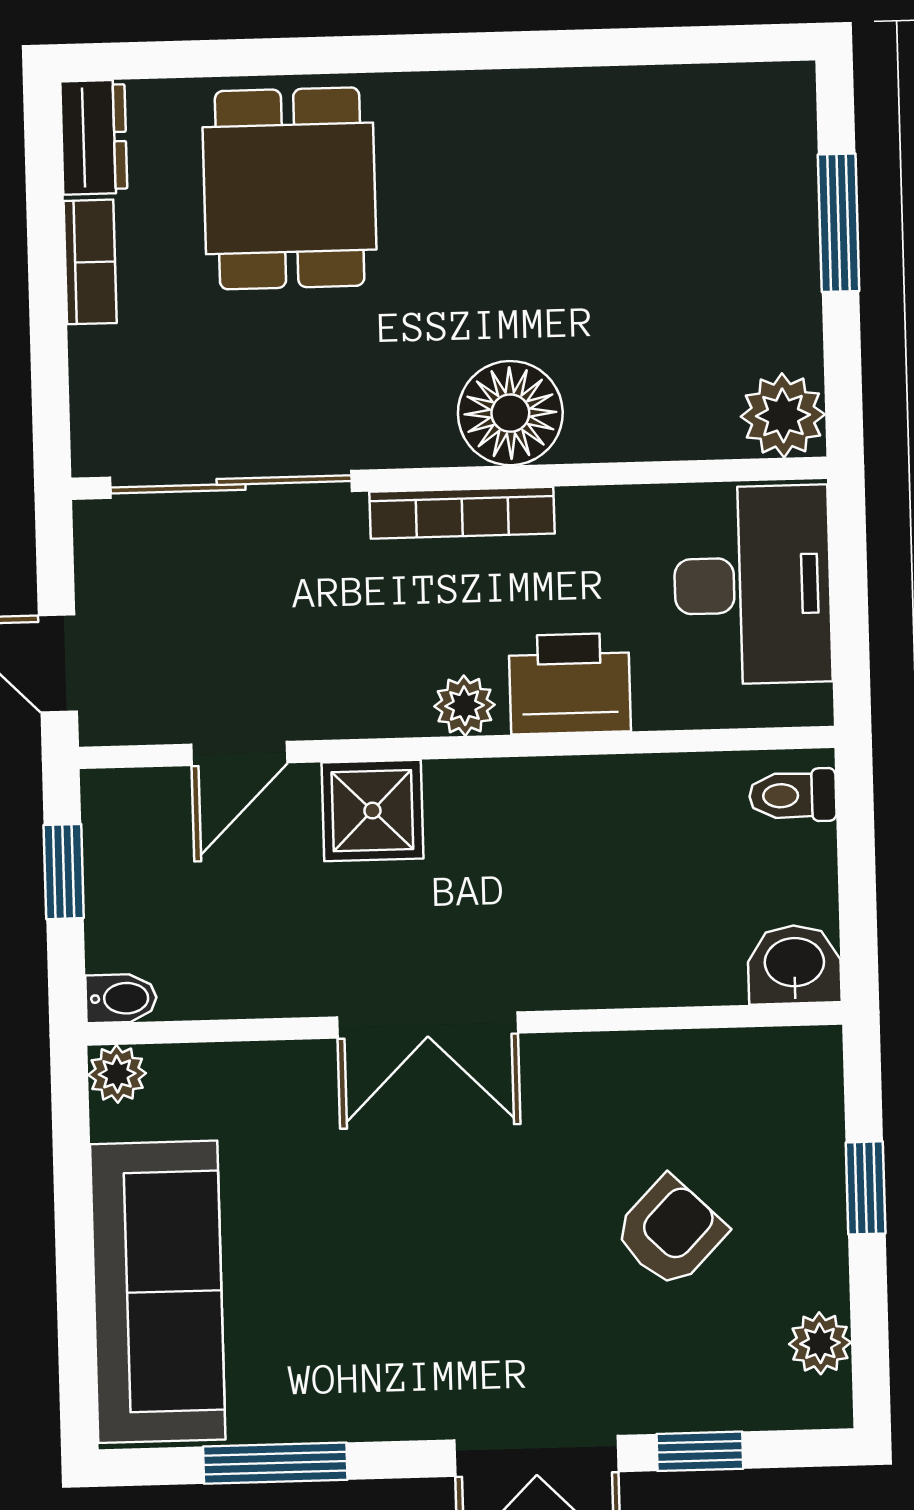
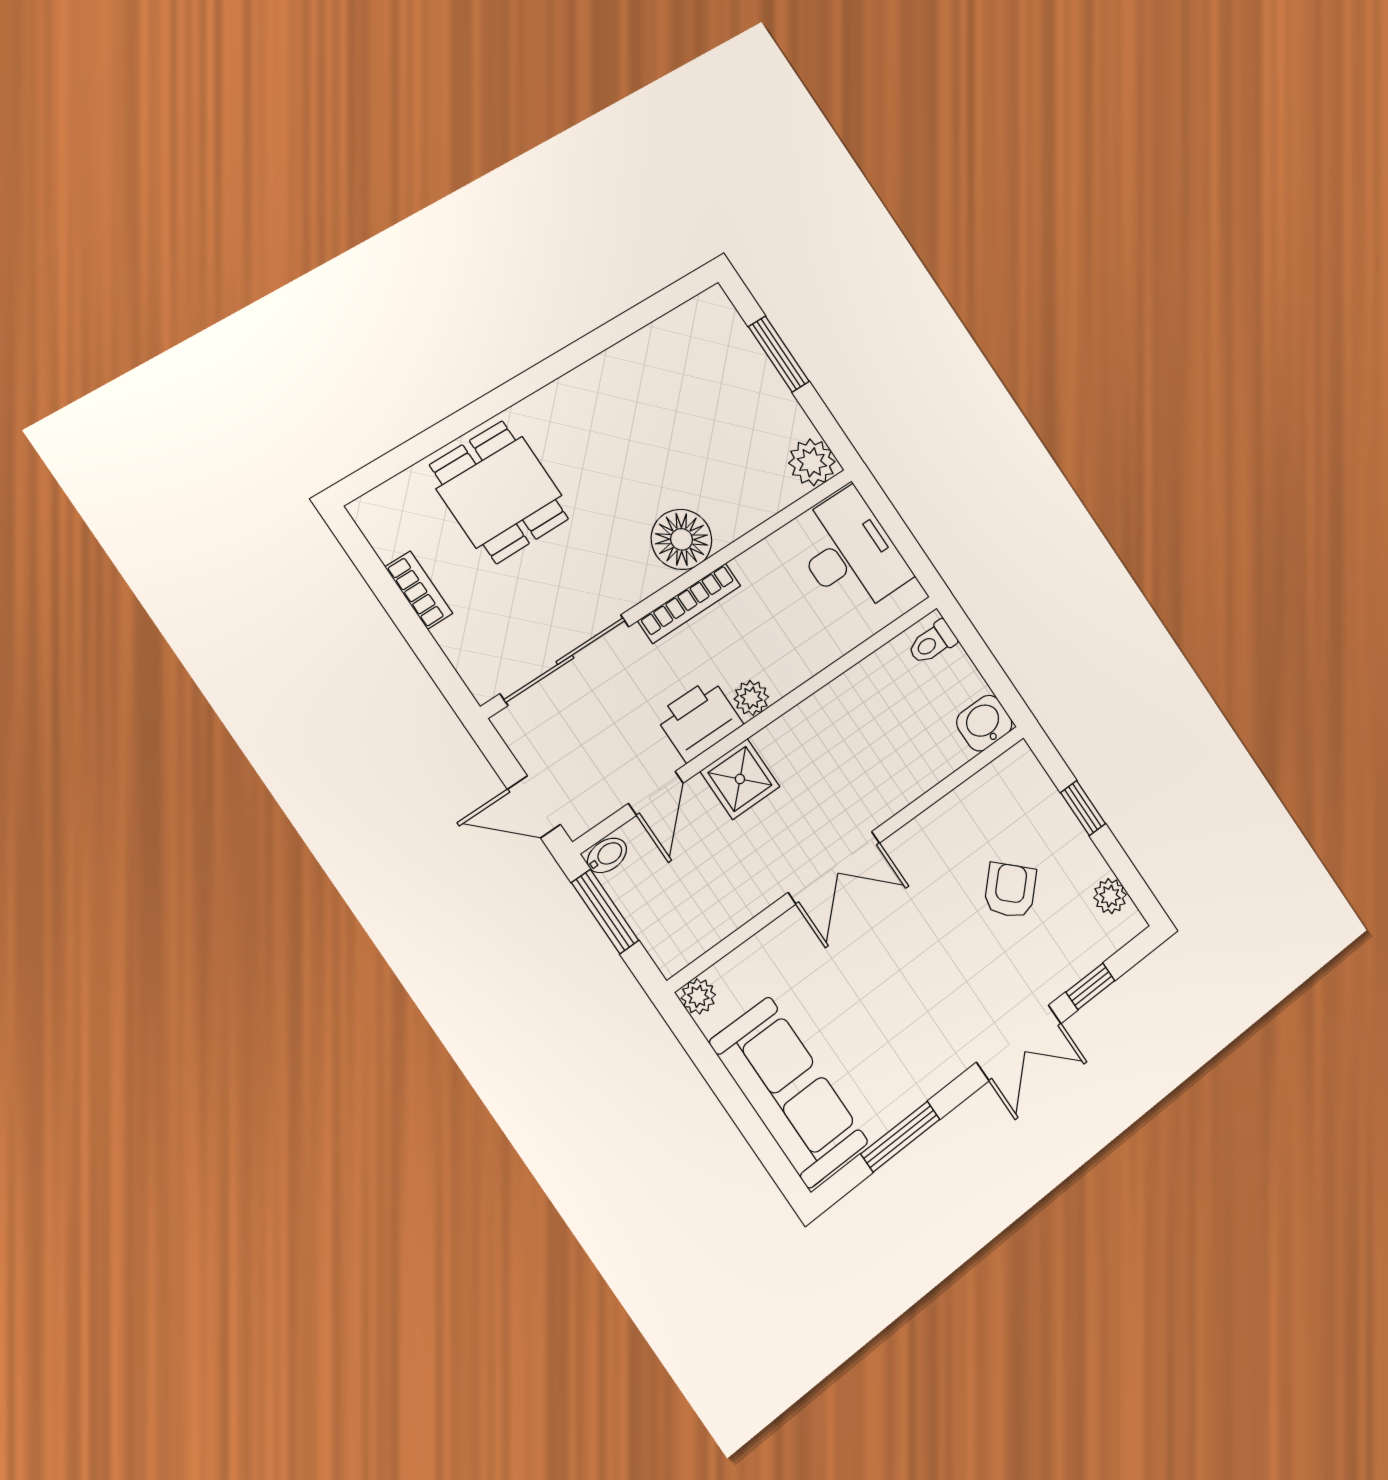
dresser: (94, 137) -> (380, 525), removed
printer: (570, 684) -> (699, 720), moved
window: (64, 872) -> (605, 912), width x1.50
bidet: (121, 998) -> (607, 855), moved

